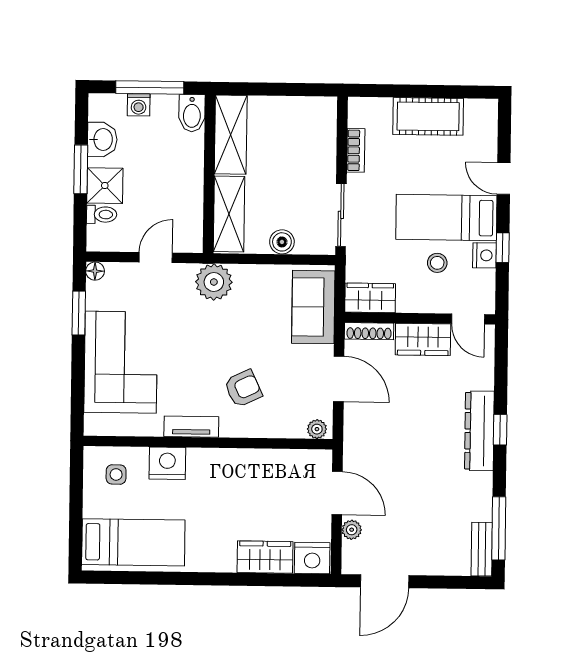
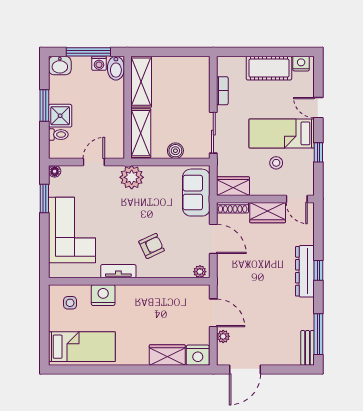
washing machine: (139, 105) -> (99, 63), moved
washbasin: (102, 139) -> (60, 66), moved, turned 90
nightstand: (484, 255) -> (301, 64), moved, turned -90

